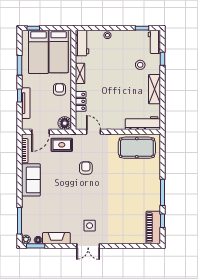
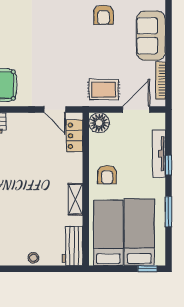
locker: (81, 101) -> (74, 136), moved
armchair: (86, 168) -> (104, 15), moved

